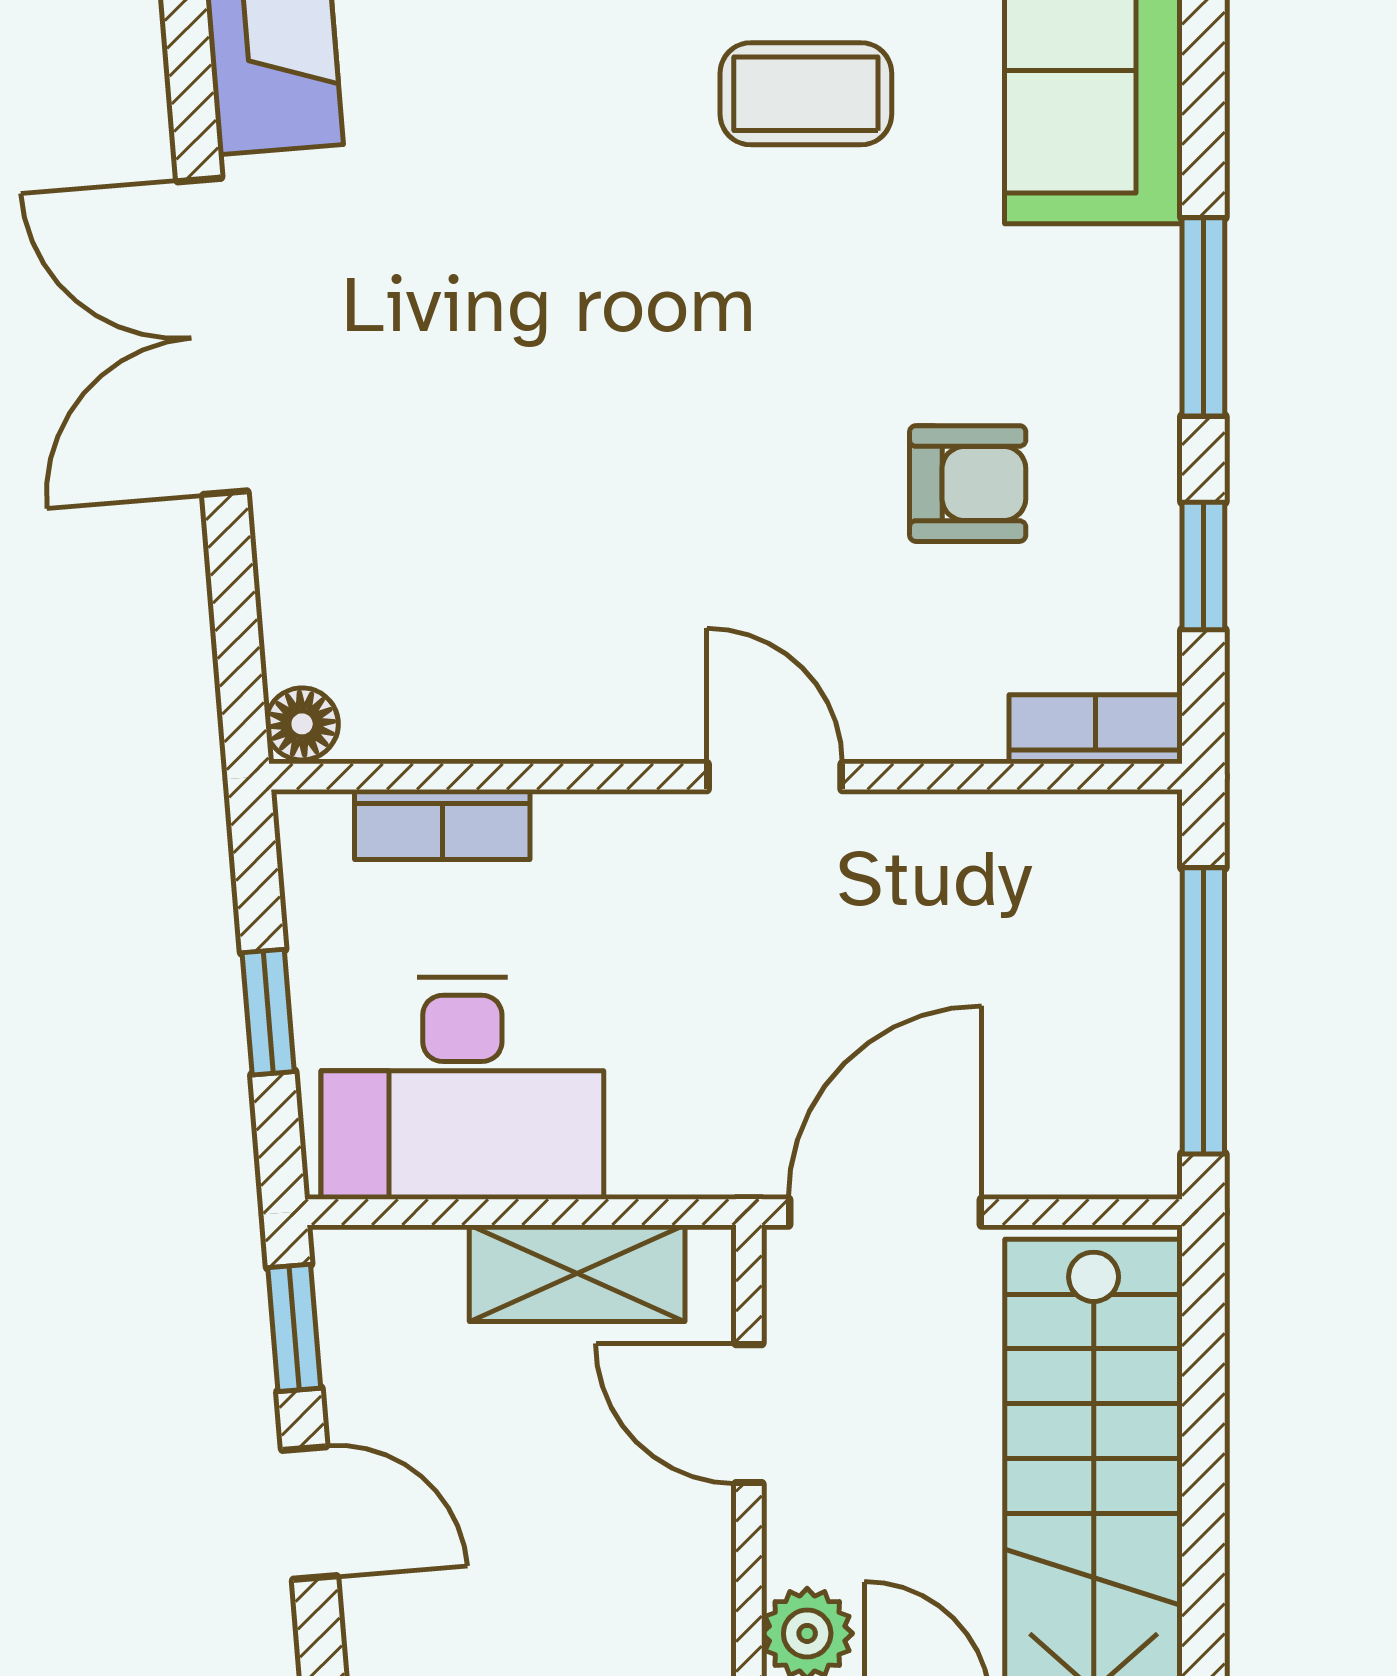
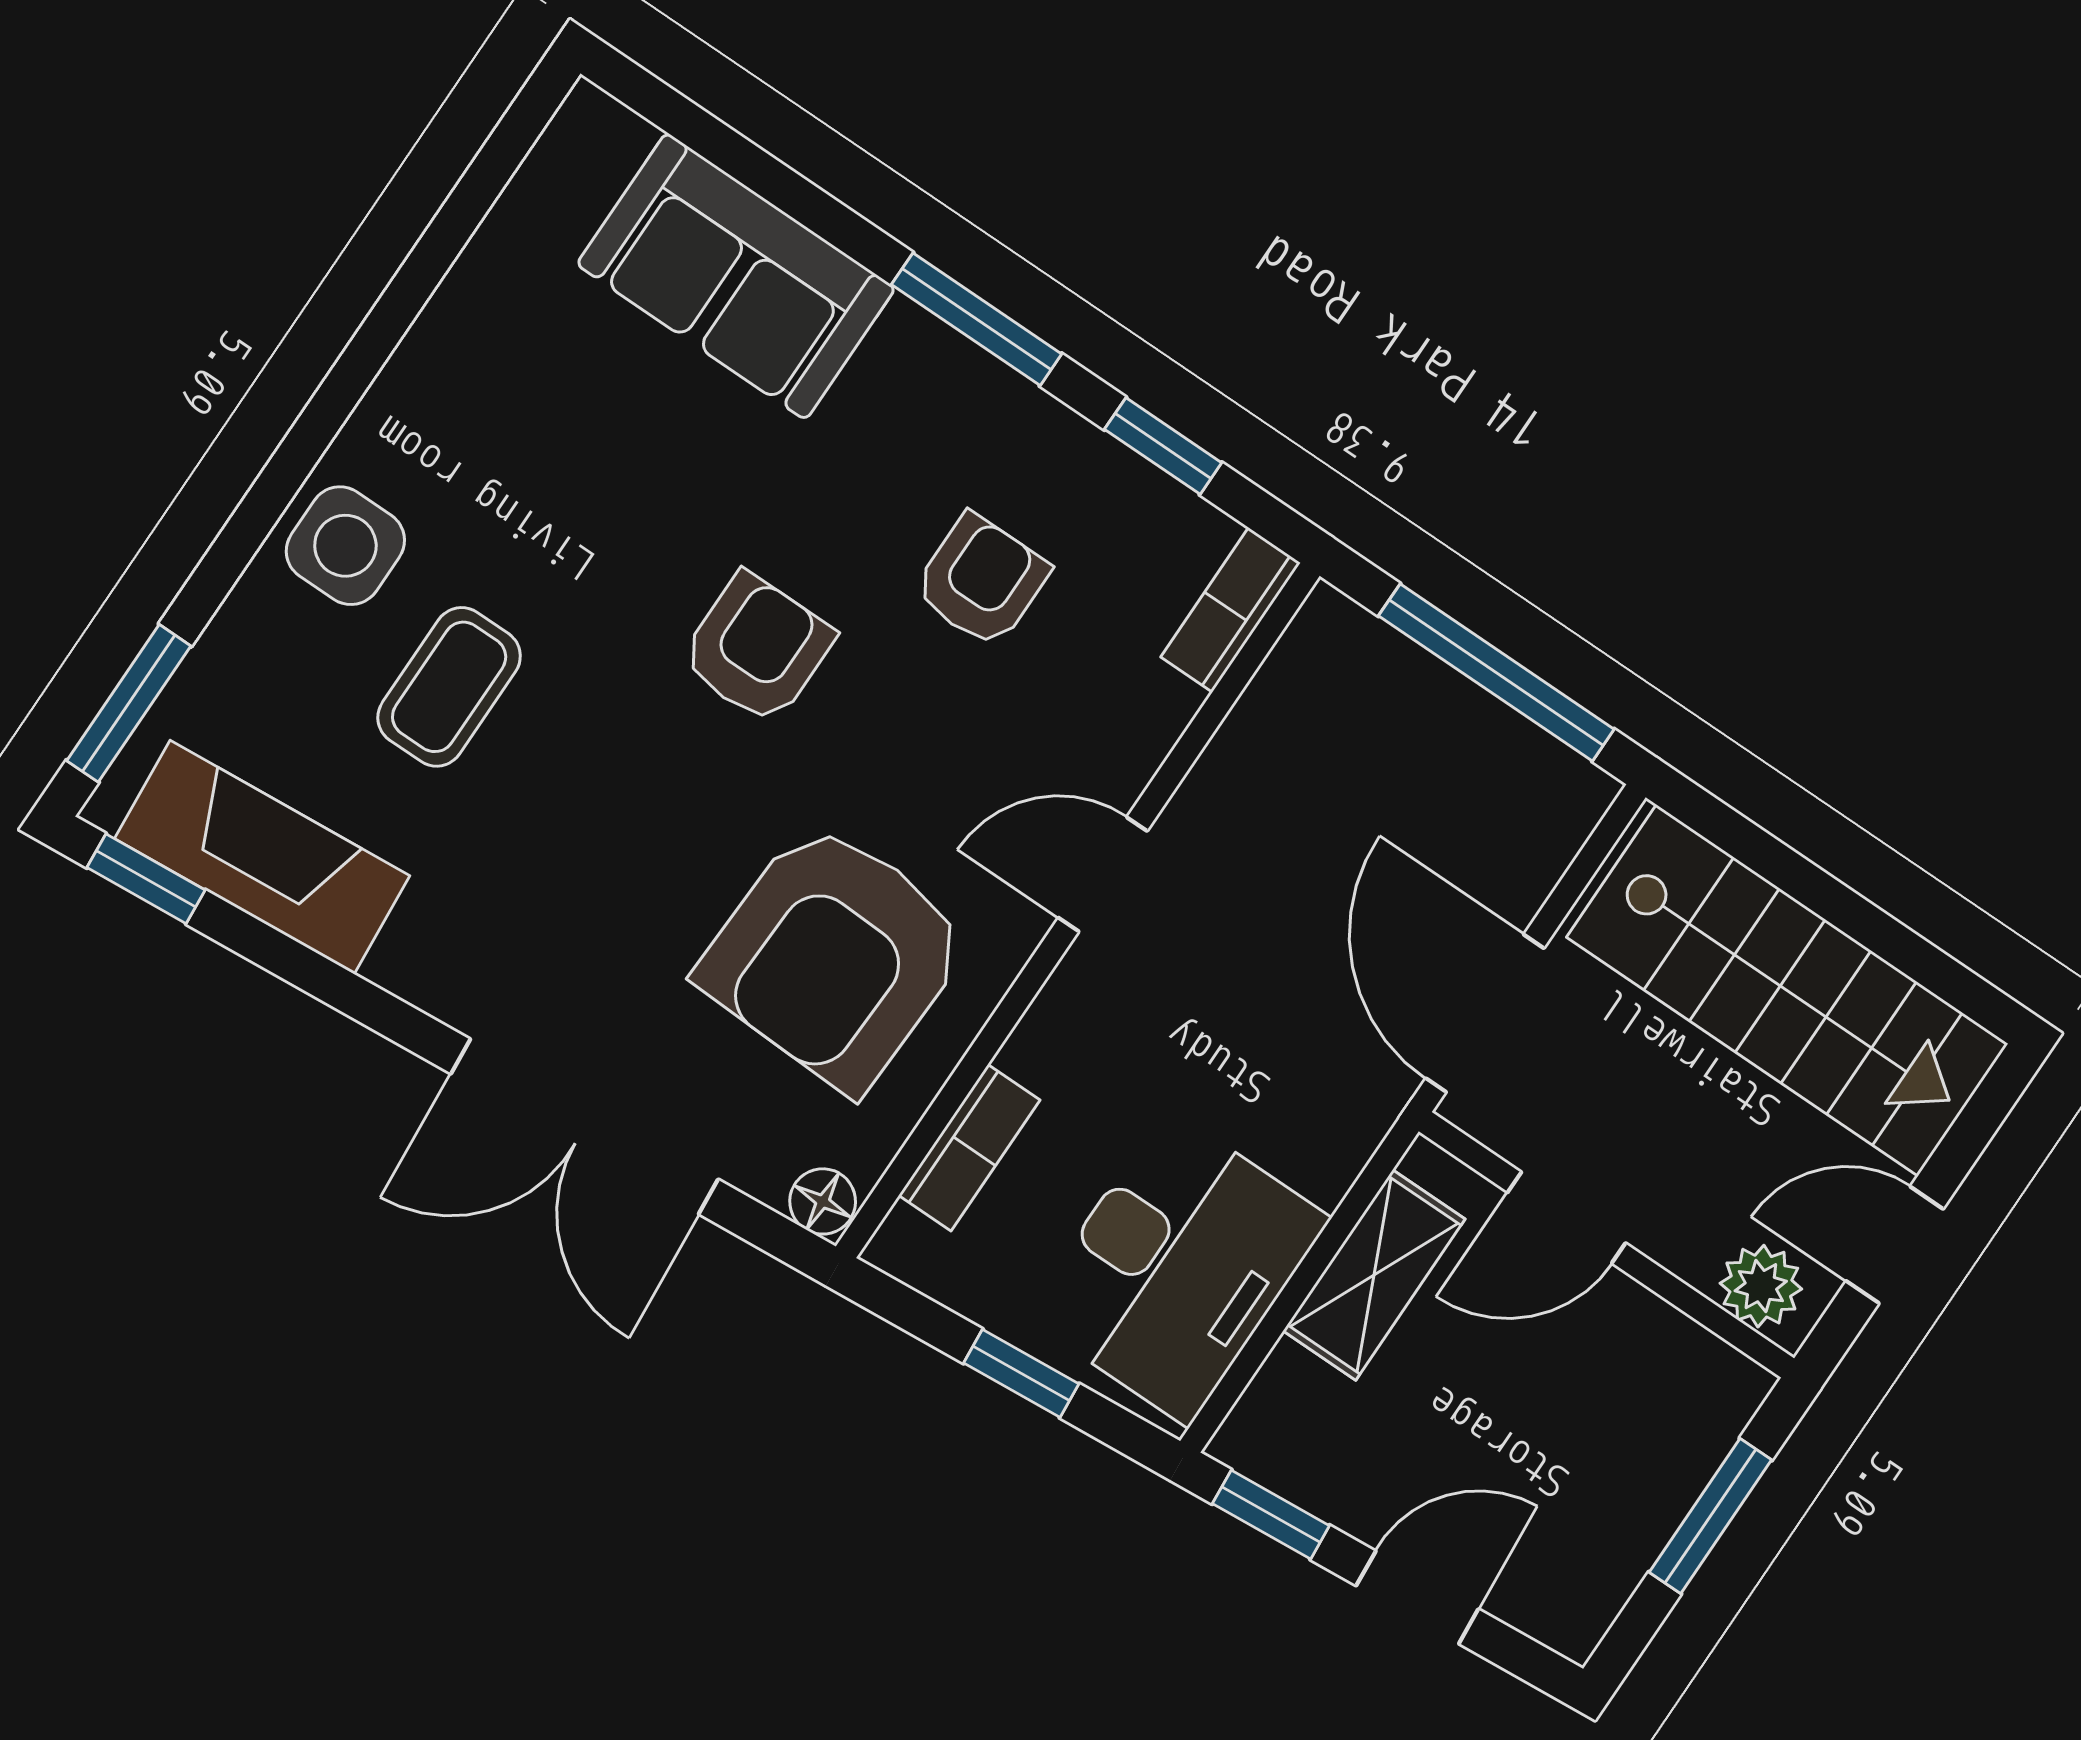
coffee table: (806, 94) -> (449, 687), moved
armchair: (766, 321) -> (757, 648), added
double door: (212, 336) -> (585, 1127), moved
armchair: (534, 582) -> (835, 956), added

